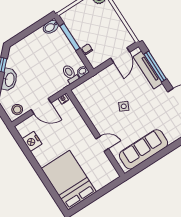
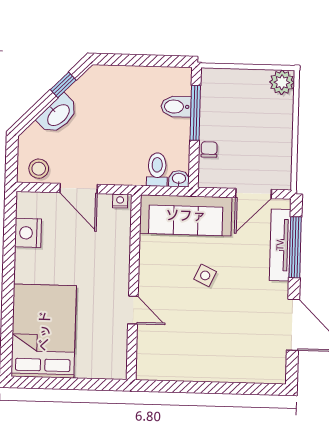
bidet: (51, 27) -> (176, 107), moved
sofa: (144, 149) -> (186, 215), moved, turned 180

